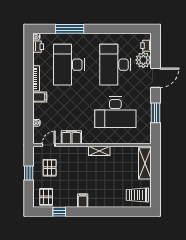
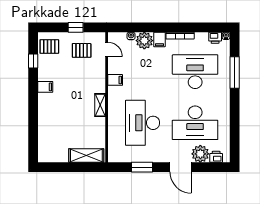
desk: (115, 65) -> (195, 123), turned 180
plant: (41, 111) -> (144, 41), added
filing cabinet: (71, 137) -> (115, 80), width x0.50
trolley: (137, 195) -> (51, 147), removed

